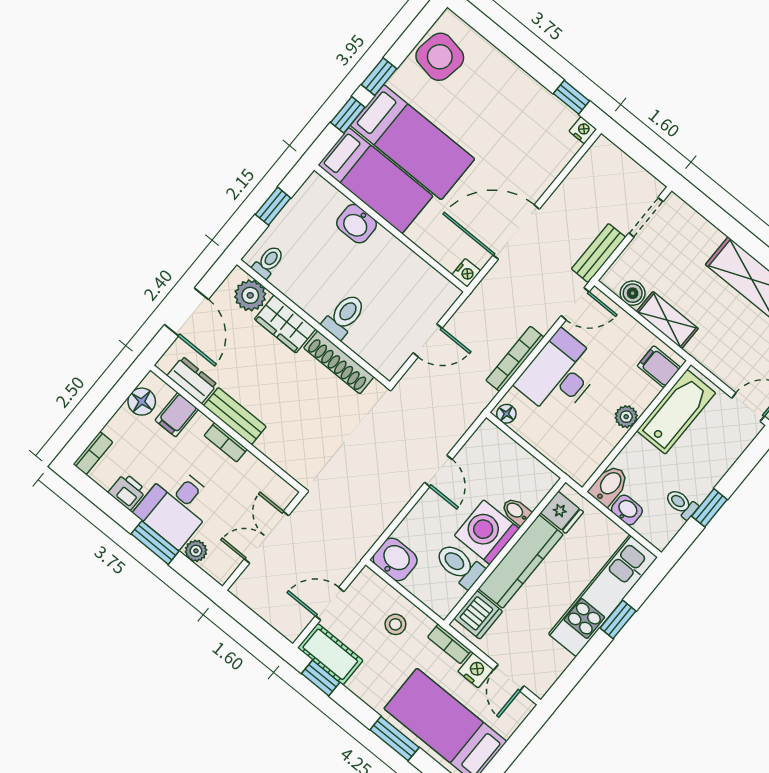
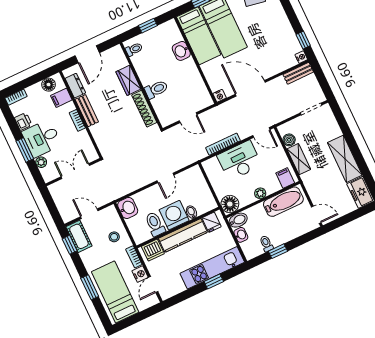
bench: (598, 253) -> (298, 73), moved
plant: (250, 295) -> (119, 60), removed
floor lamp: (506, 414) -> (230, 204), moved, width x1.89, depth x1.89

